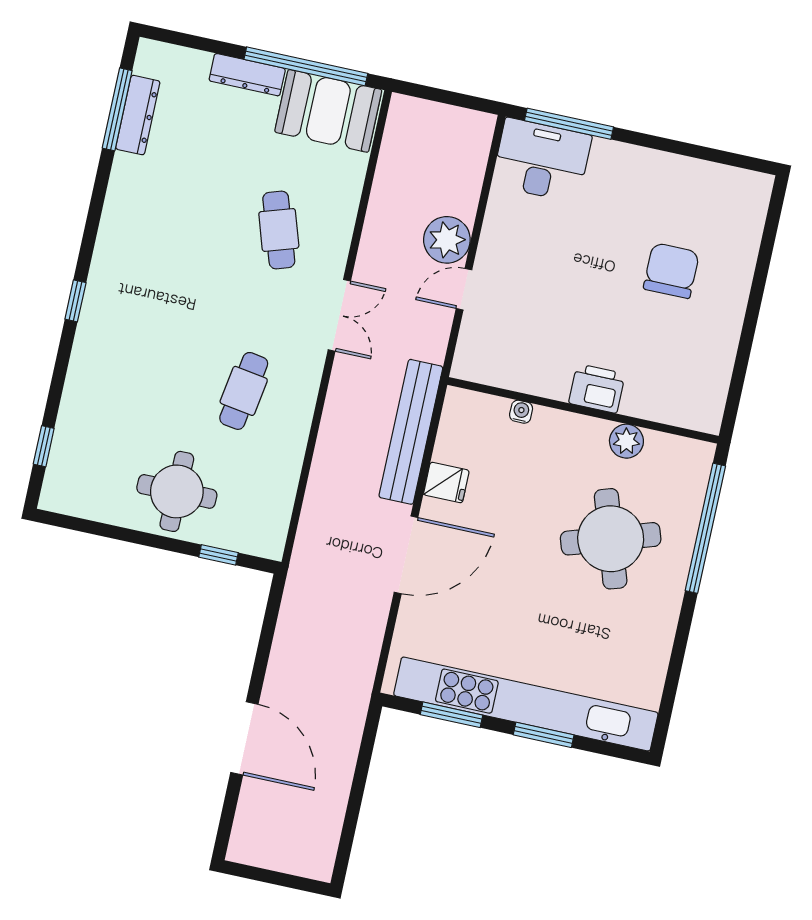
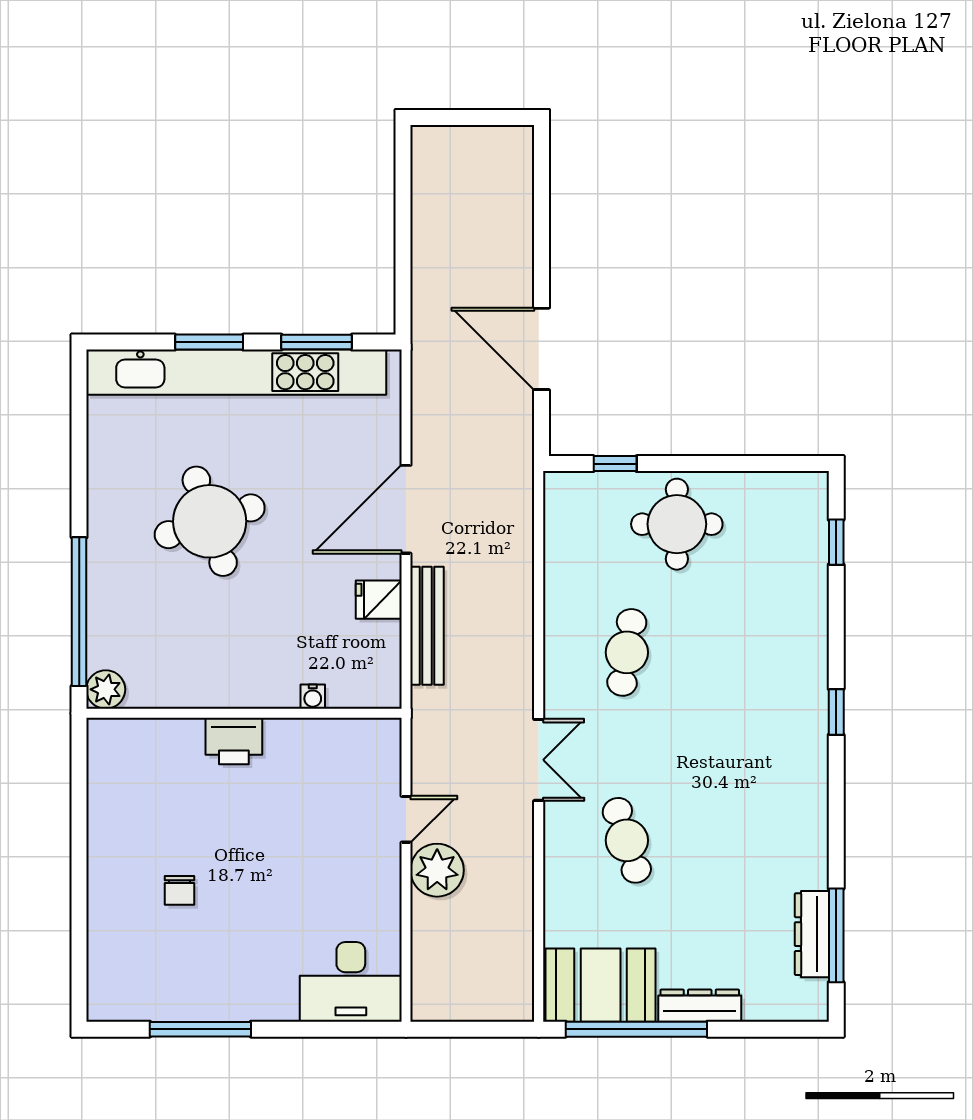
window: (569, 124) -> (200, 1029), moved
chair: (671, 271) -> (180, 890), width x0.54, depth x0.54
double door: (339, 315) -> (539, 760), swing flipped
bench: (411, 432) -> (427, 626), width x0.73, depth x0.82
plant: (626, 441) -> (106, 689), moved
round table: (611, 539) -> (210, 521), moved
door: (244, 738) -> (542, 349), moved

